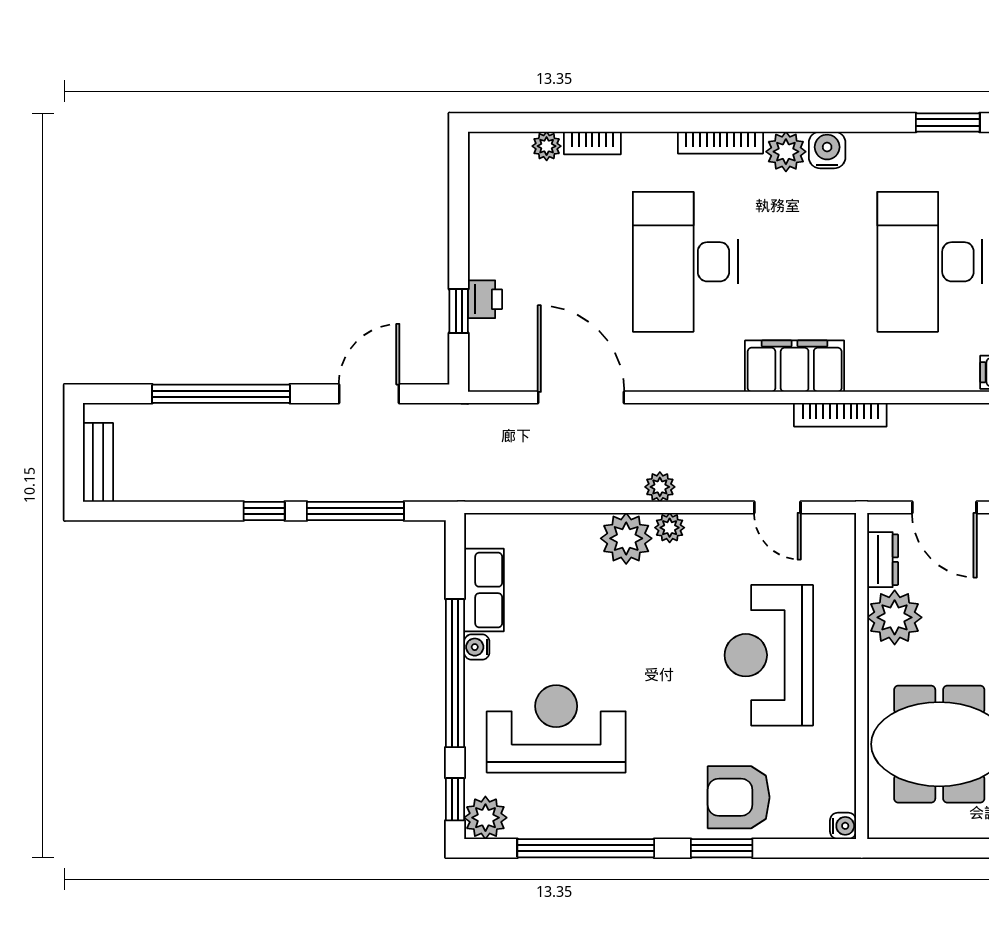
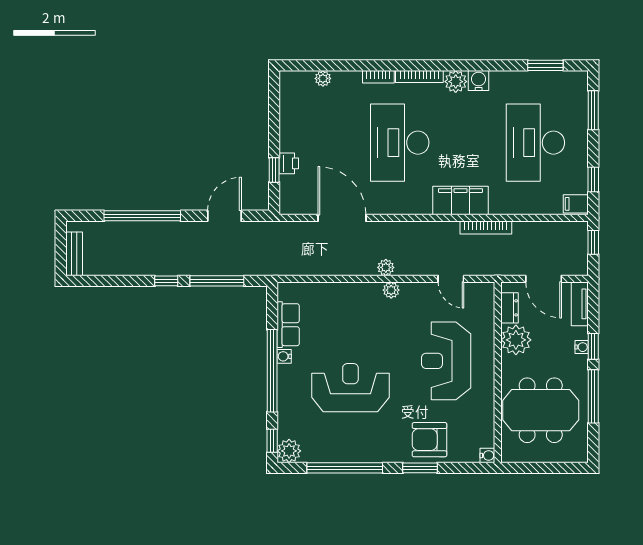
bookcase: (592, 143) -> (378, 77), moved
plant: (626, 538) -> (367, 296), removed
reception desk: (556, 729) -> (350, 388), moved

